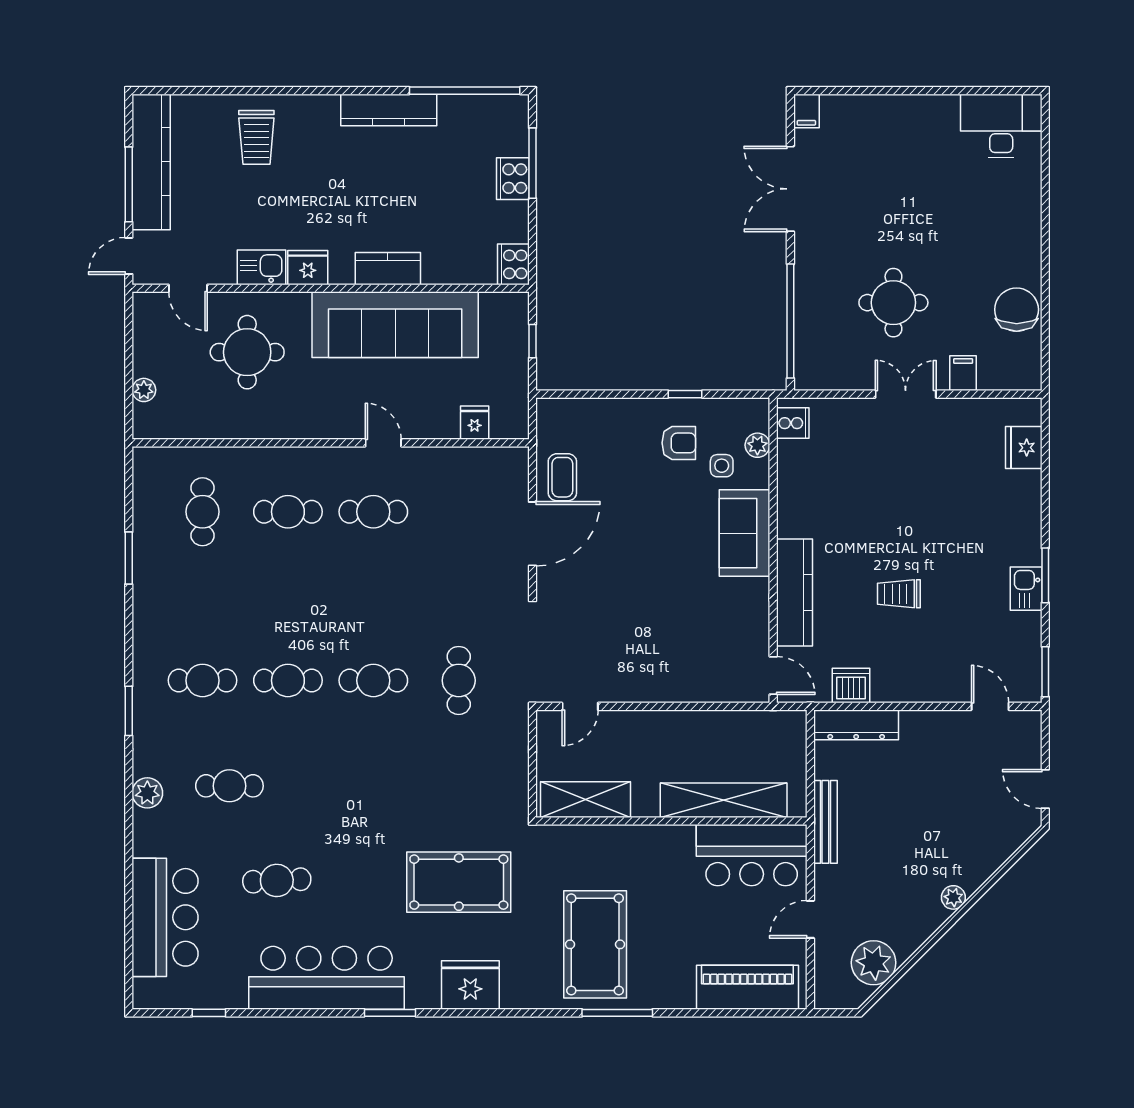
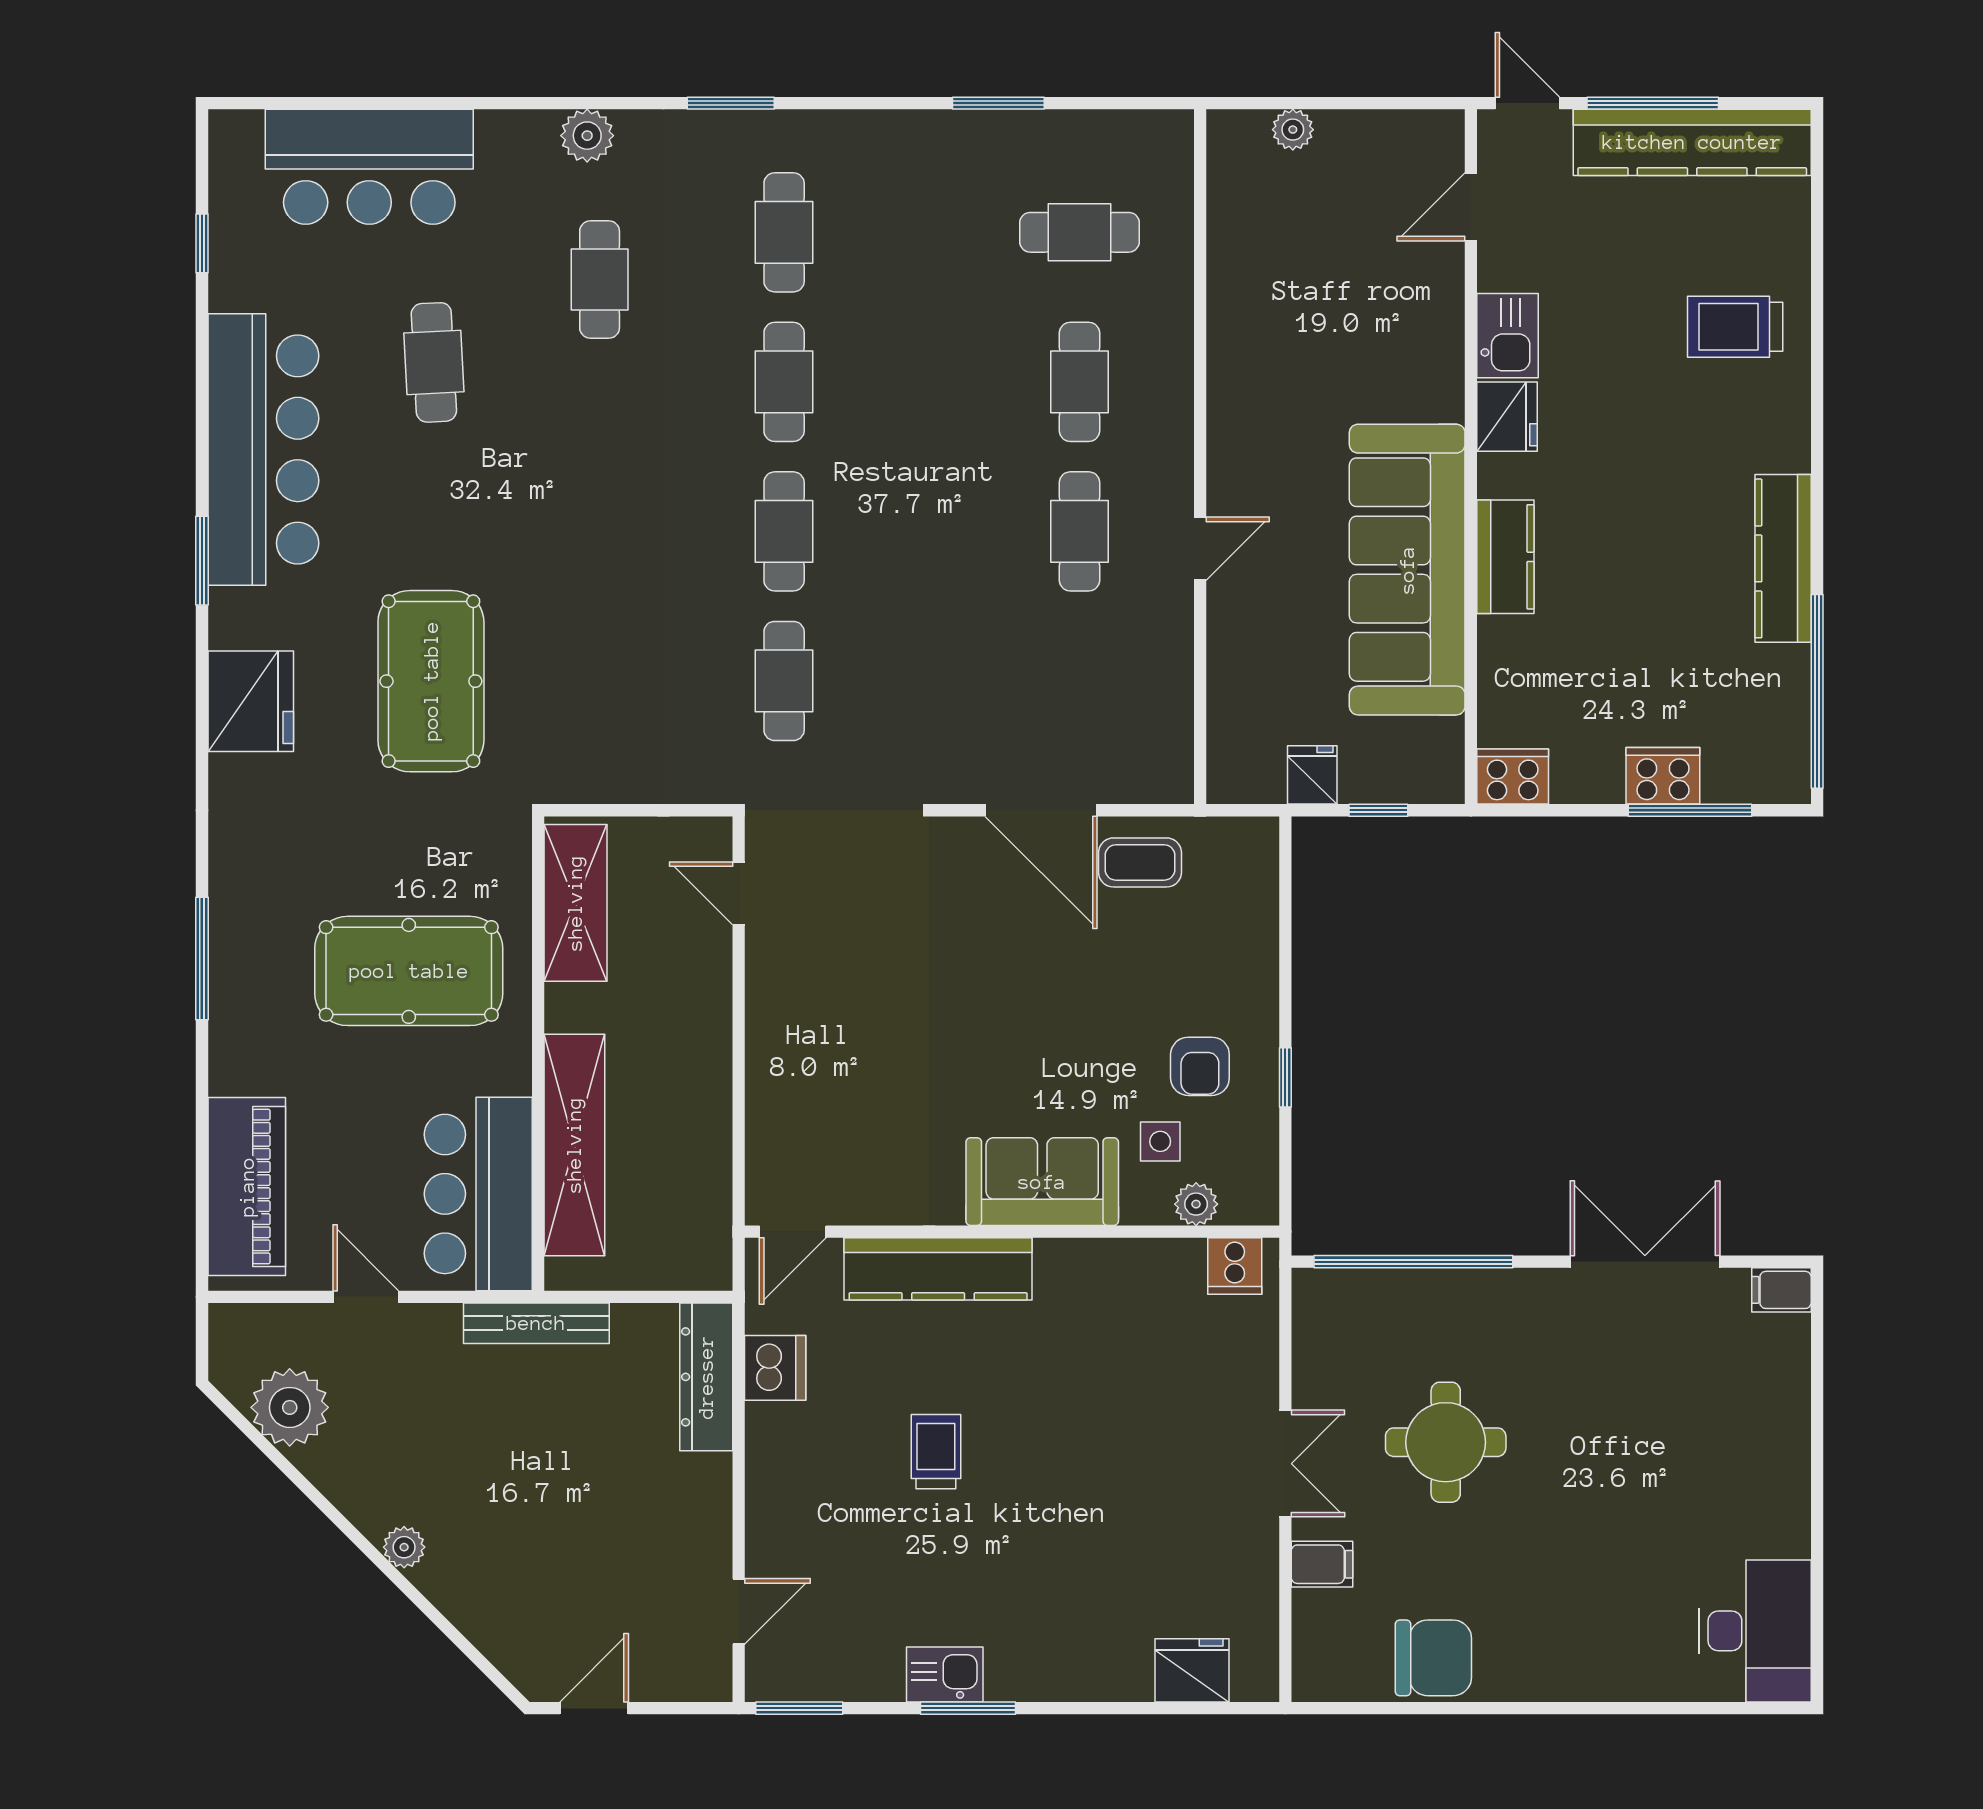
round table: (247, 352) -> (1359, 311), removed
fridge: (475, 423) -> (1312, 775), moved, turned -90
cafe table: (459, 680) -> (784, 681), turned 90
pool table: (595, 944) -> (409, 971), moved

